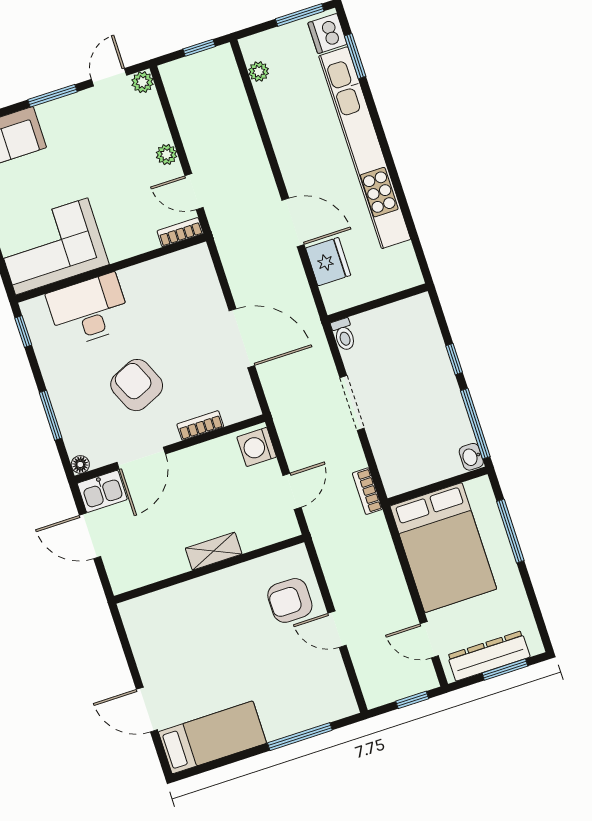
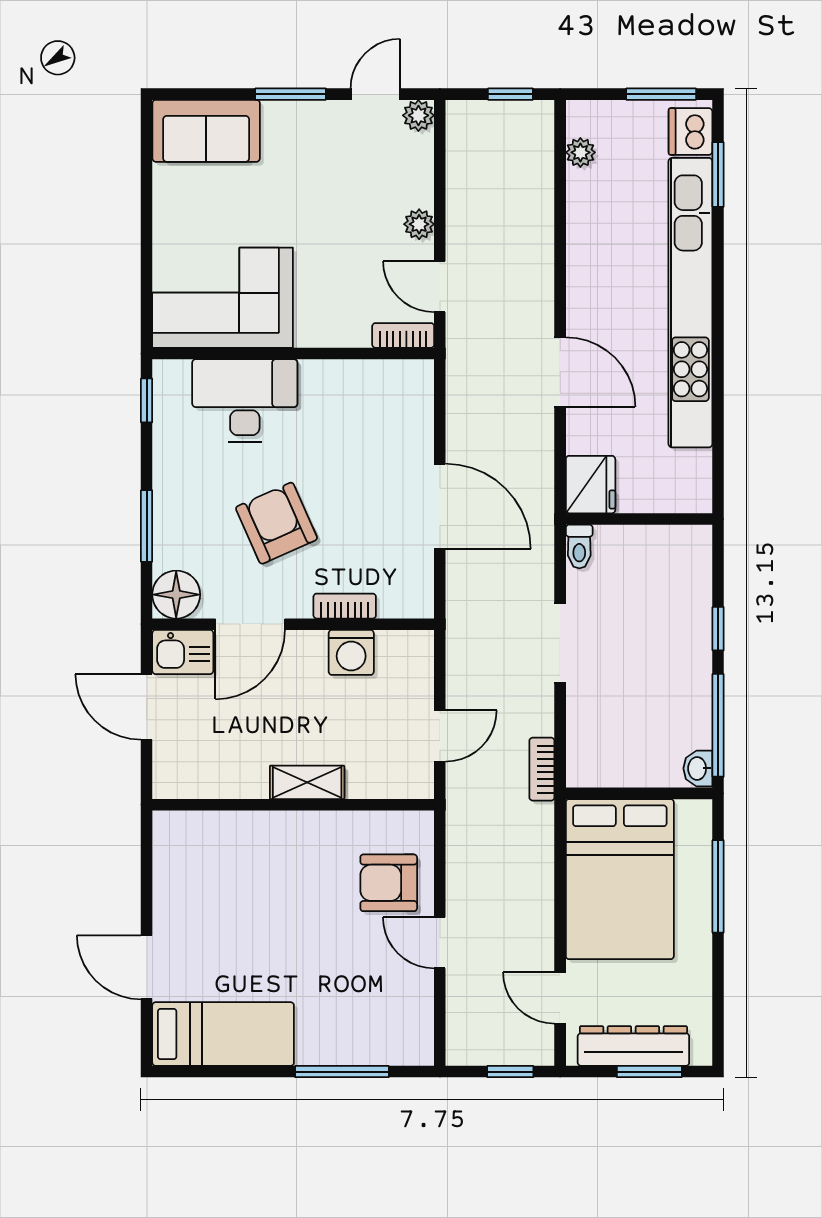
fridge: (328, 262) -> (591, 485), moved
washing machine: (257, 447) -> (351, 652), moved, turned -90
floor lamp: (80, 464) -> (176, 595), width x1.89, depth x1.89

